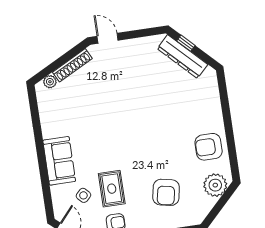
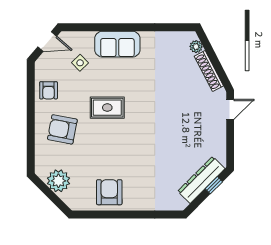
plant: (215, 185) -> (58, 181), moved
rug: (112, 189) -> (107, 108), moved
armchair: (166, 192) -> (62, 129), moved

